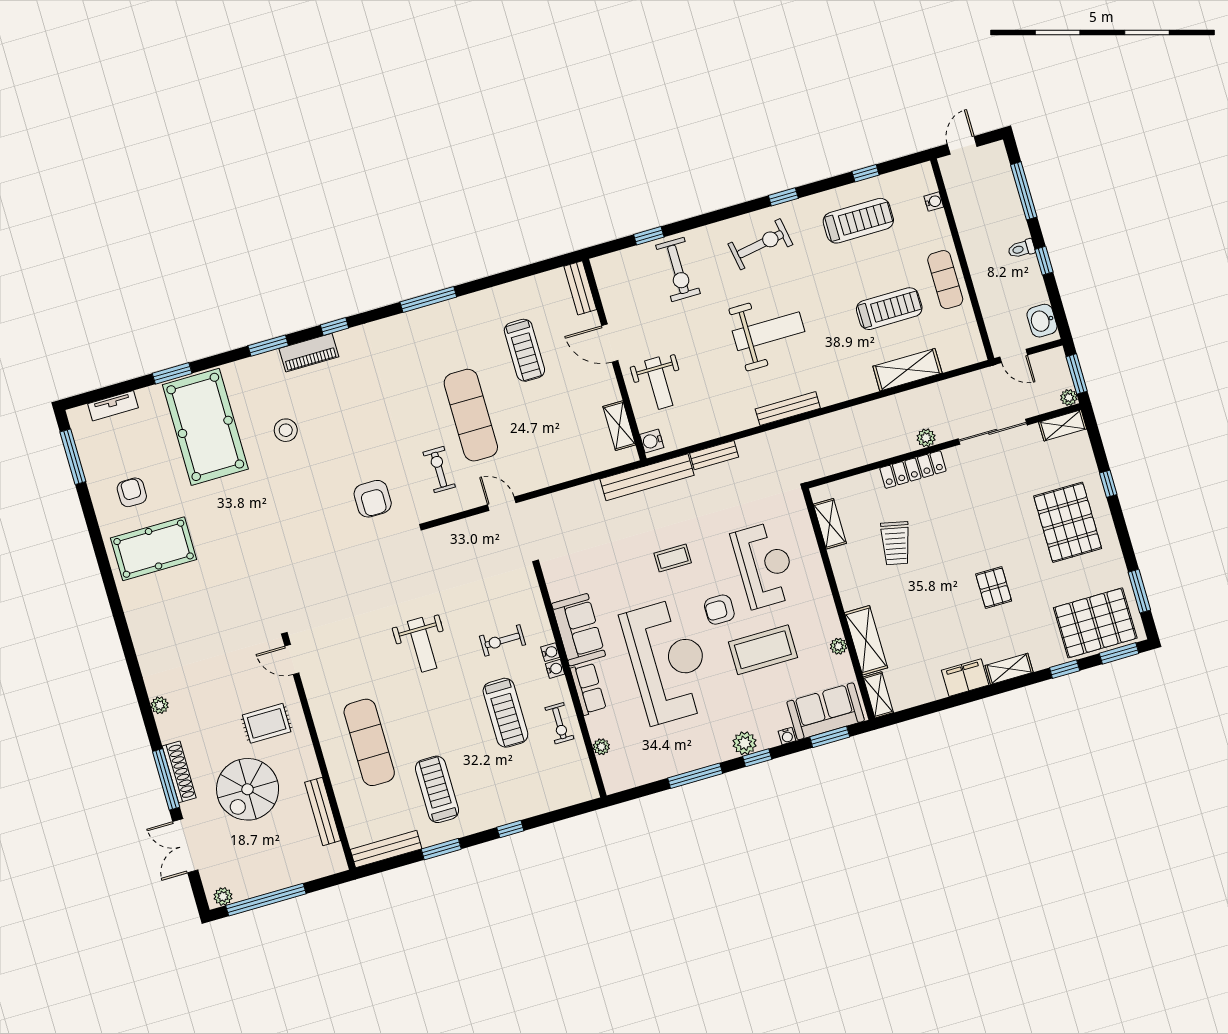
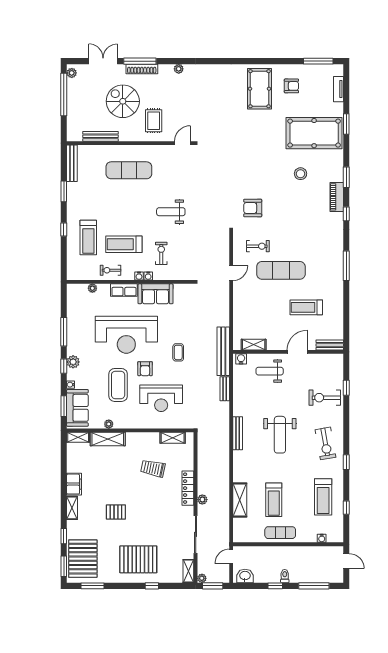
armchair: (719, 610) -> (145, 369), turned 180
treadmill: (437, 789) -> (88, 238), moved, turned 90

